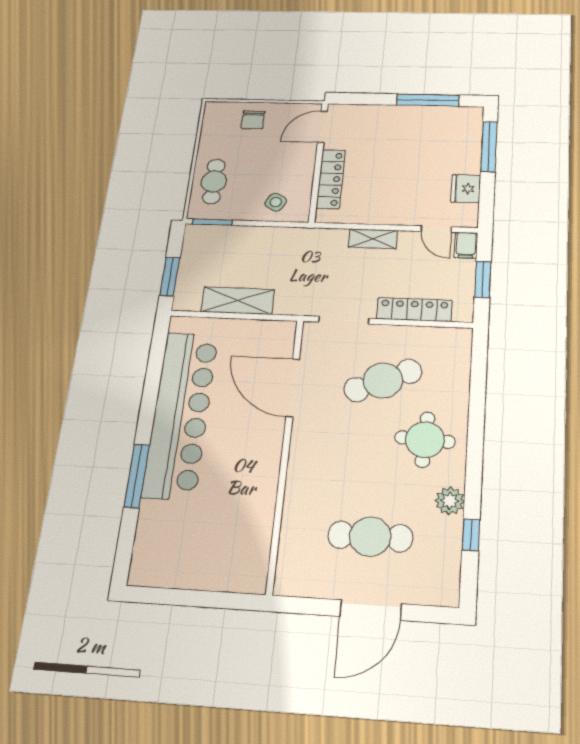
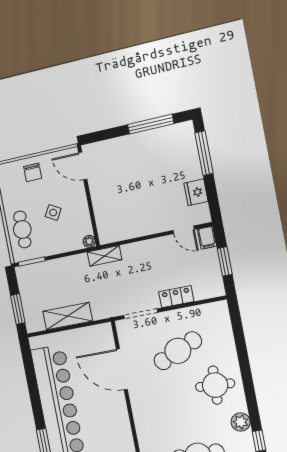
door: (322, 127) -> (83, 166), hinge flipped
locker: (331, 179) -> (101, 208), removed
side table: (276, 202) -> (53, 213), moved
plant: (301, 215) -> (89, 241), added
shelving: (373, 239) -> (105, 256), moved
locker: (414, 309) -> (176, 297), width x0.66

